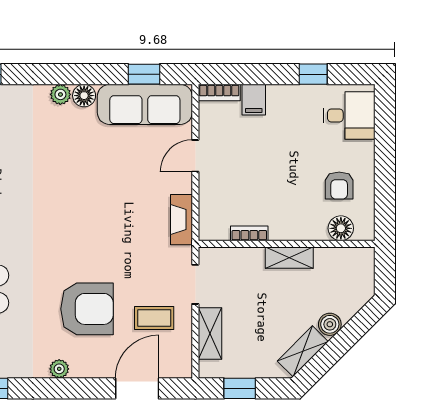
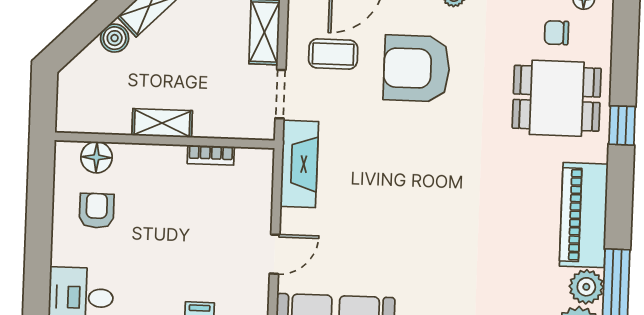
fireplace: (181, 220) -> (299, 164), width x1.37, depth x1.32

